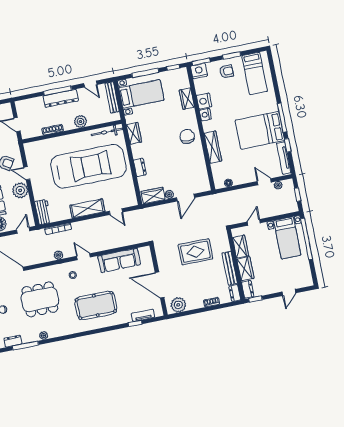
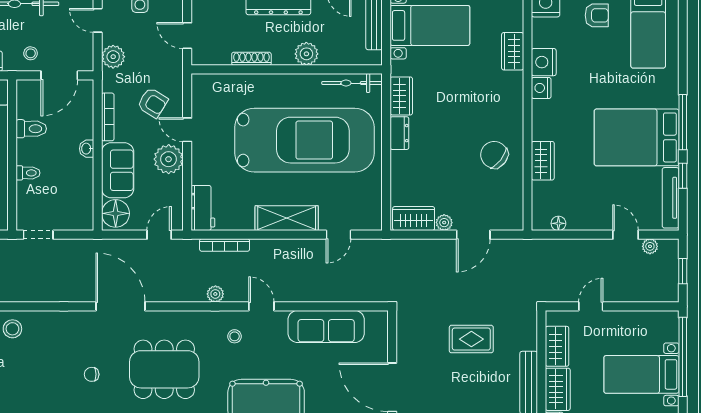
chair: (187, 136) -> (494, 155), moved, turned -52
wardrobe: (213, 147) -> (543, 161), width x0.67
dresser: (140, 167) -> (399, 133), moved
door: (116, 212) -> (338, 235), hinge flipped
bed with nightstands: (287, 238) -> (641, 374), moved, turned 90
rug: (195, 252) -> (471, 339), width x0.73, depth x0.70

